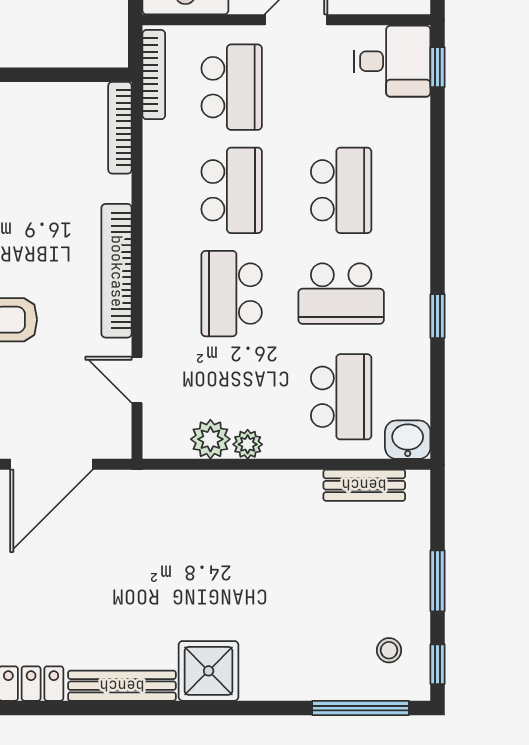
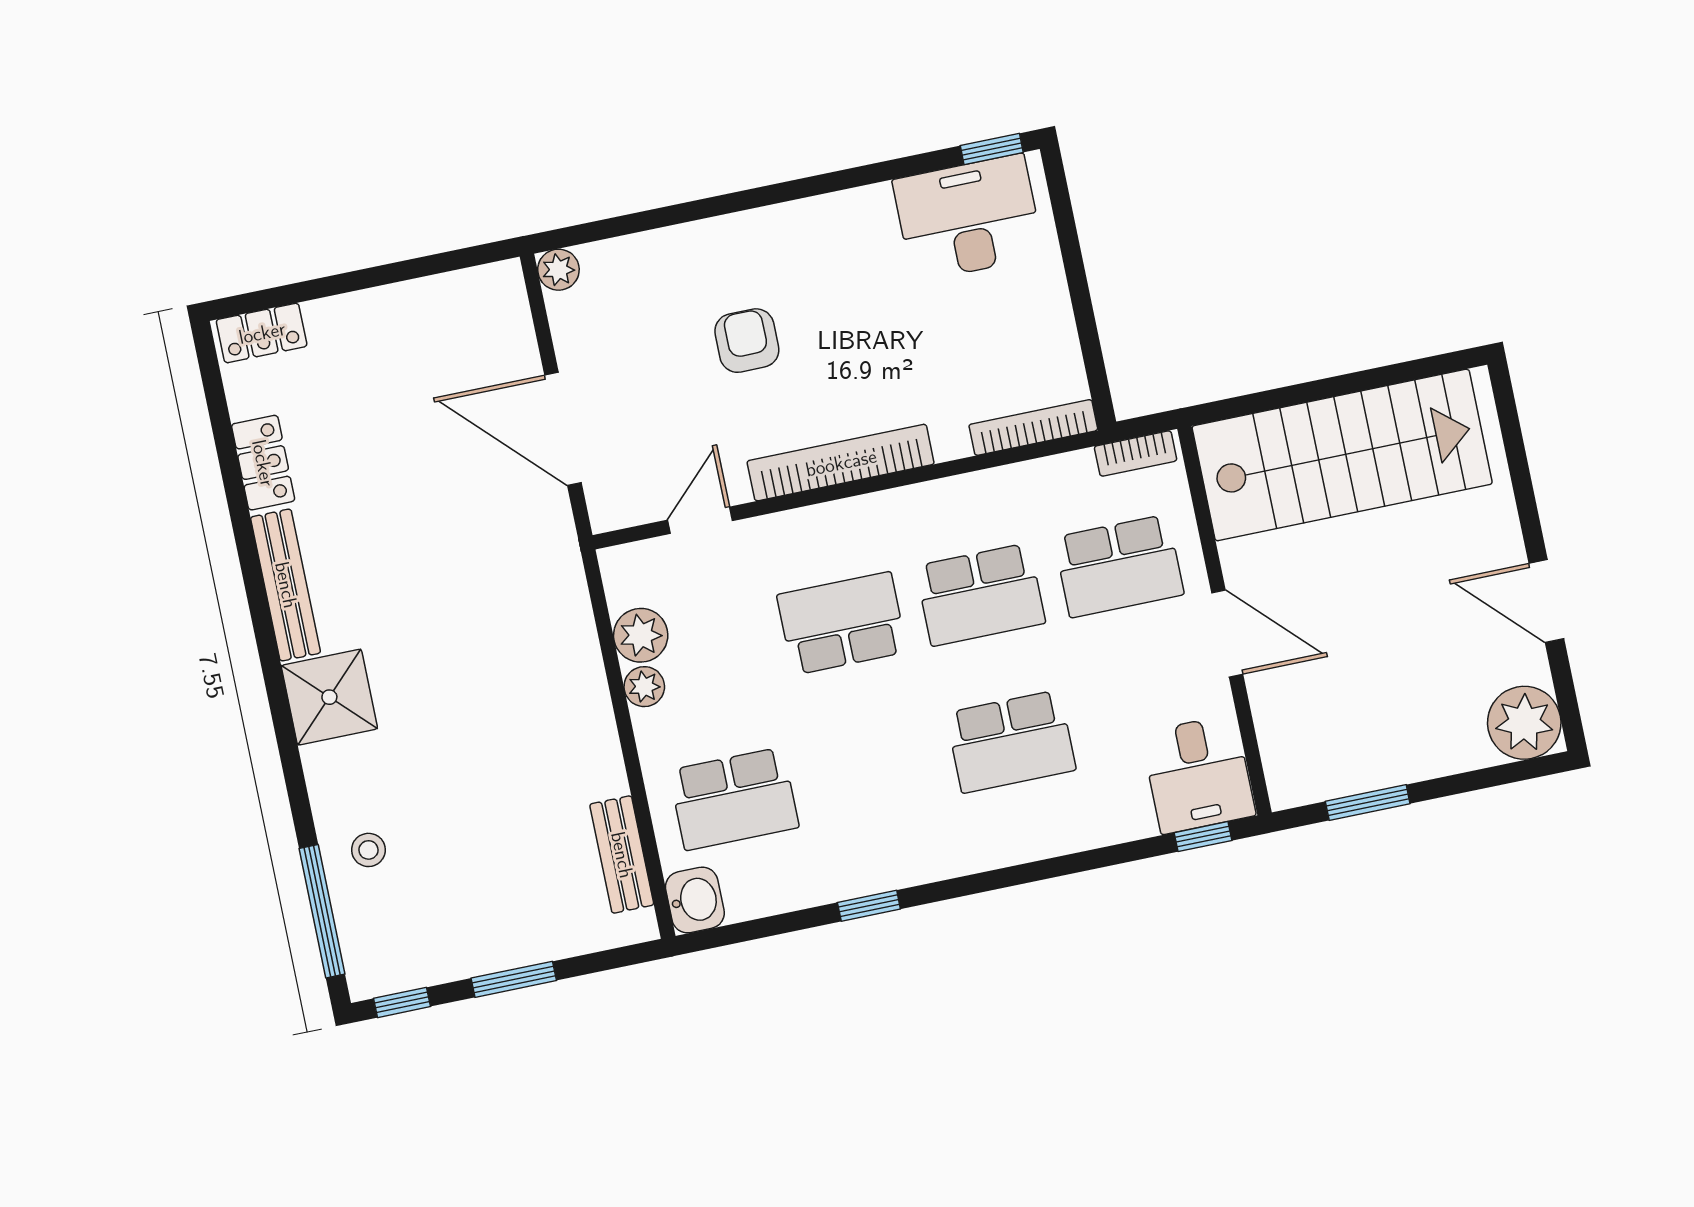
bookcase: (154, 75) -> (1136, 454), width x0.64
school desk: (341, 294) -> (872, 770), removed
stool: (389, 650) -> (368, 850), moved

